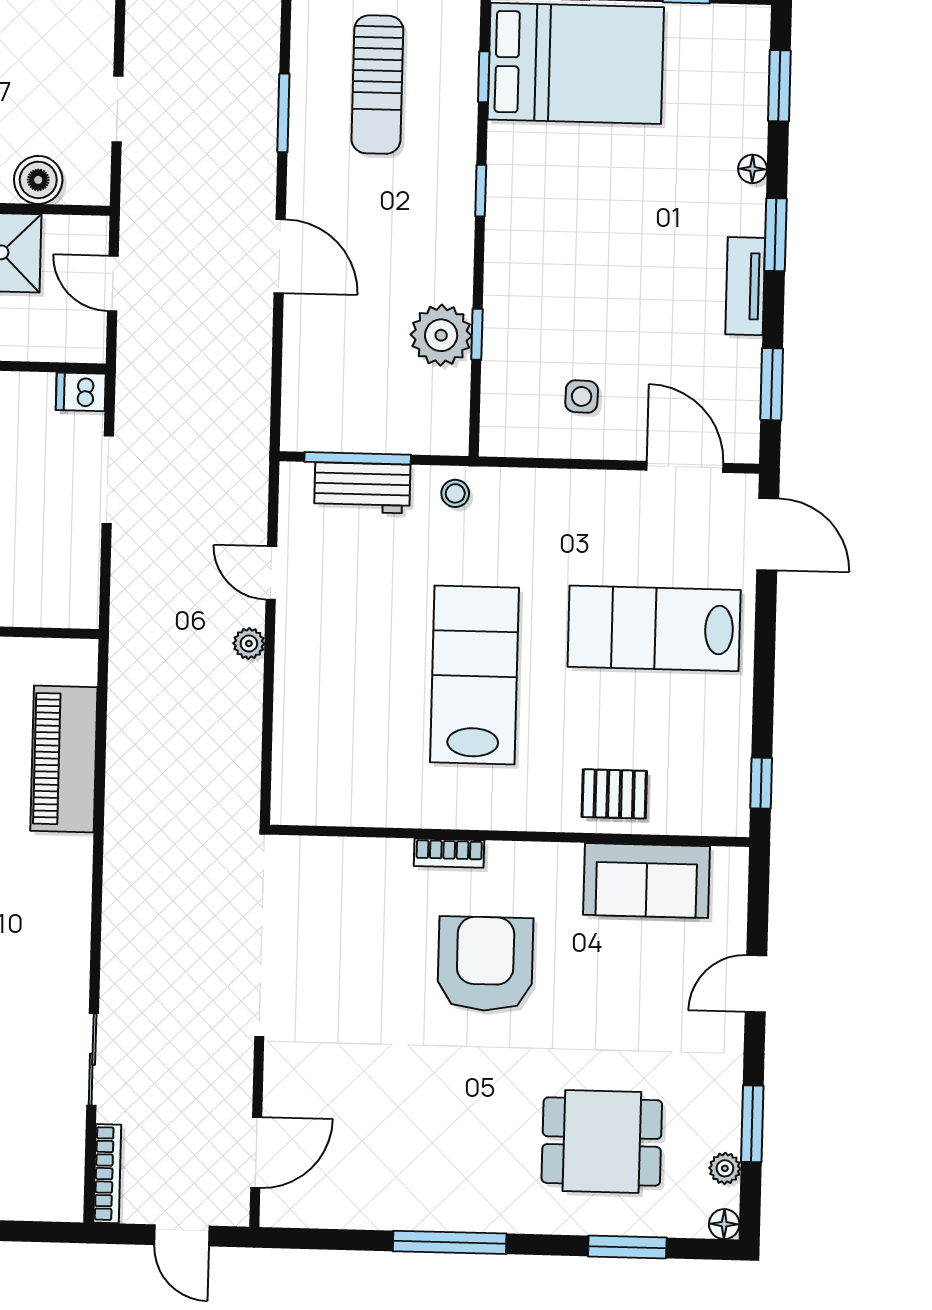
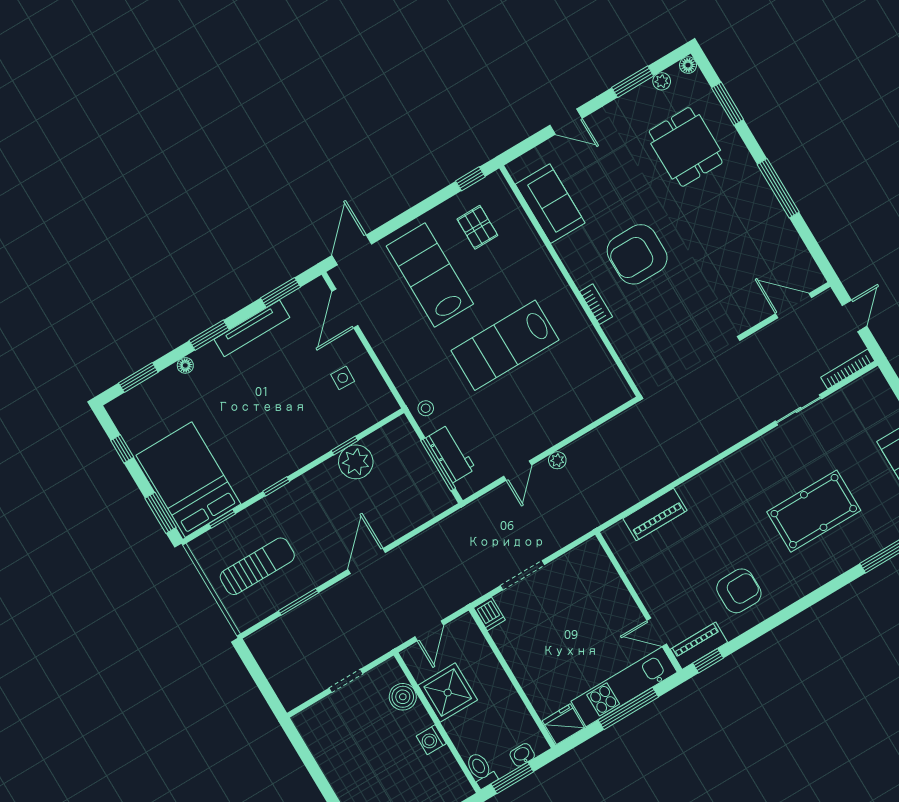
tv unit: (745, 286) -> (252, 328), width x1.41
lab bench: (654, 628) -> (430, 275), turned 180
piano: (64, 759) -> (655, 514), width x0.73, depth x0.75
pallet: (614, 794) -> (477, 227), moved

